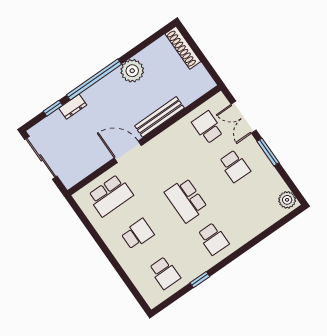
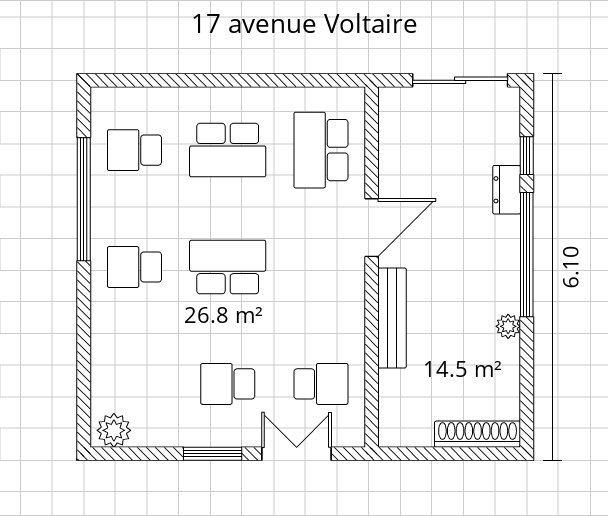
plant: (132, 71) -> (508, 326), width x0.53, depth x0.53
school desk: (138, 234) -> (228, 150), width x1.85
window: (200, 280) -> (84, 199), width x3.17

